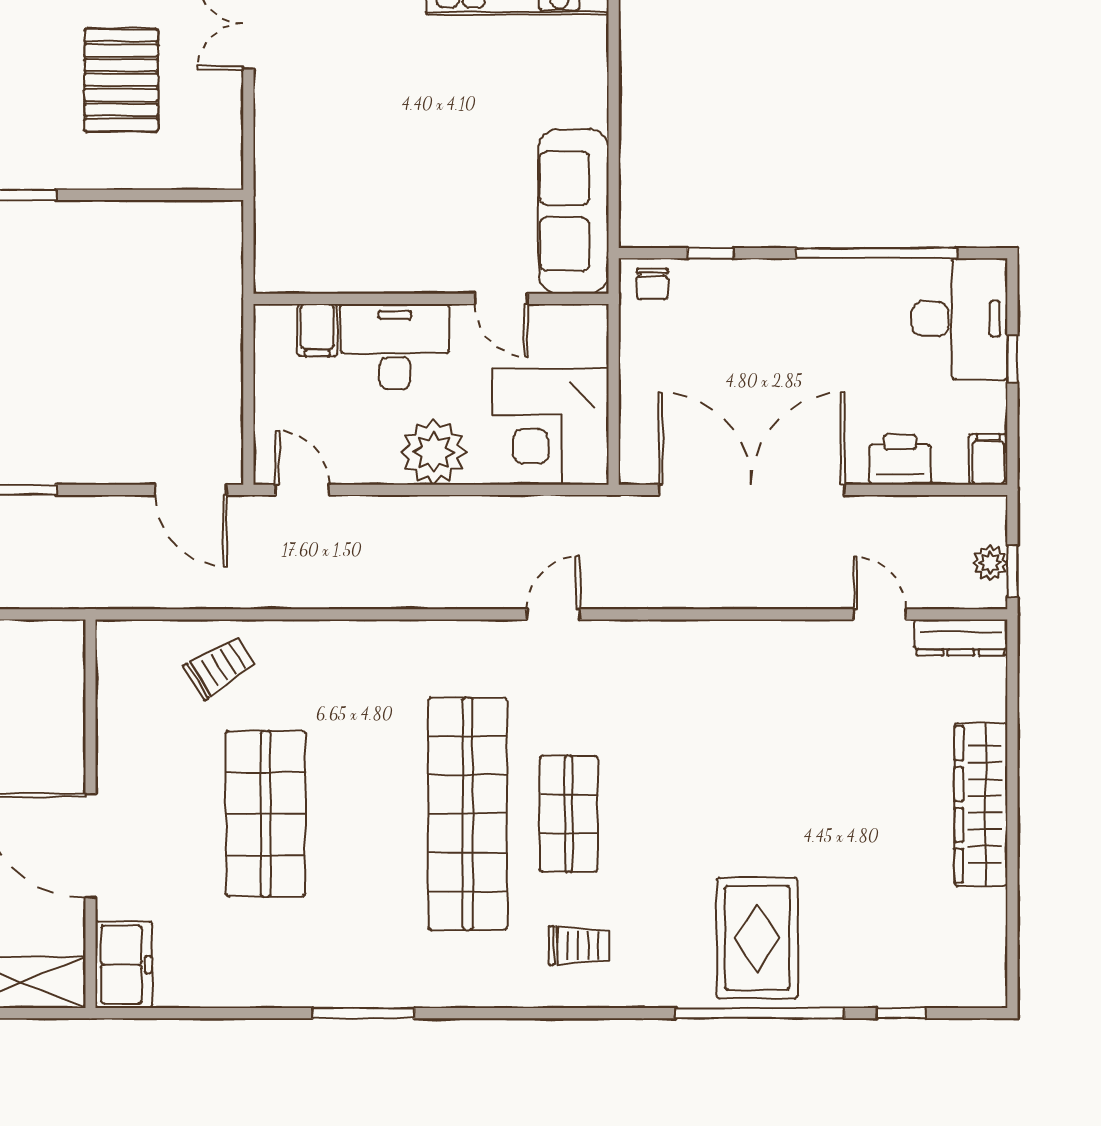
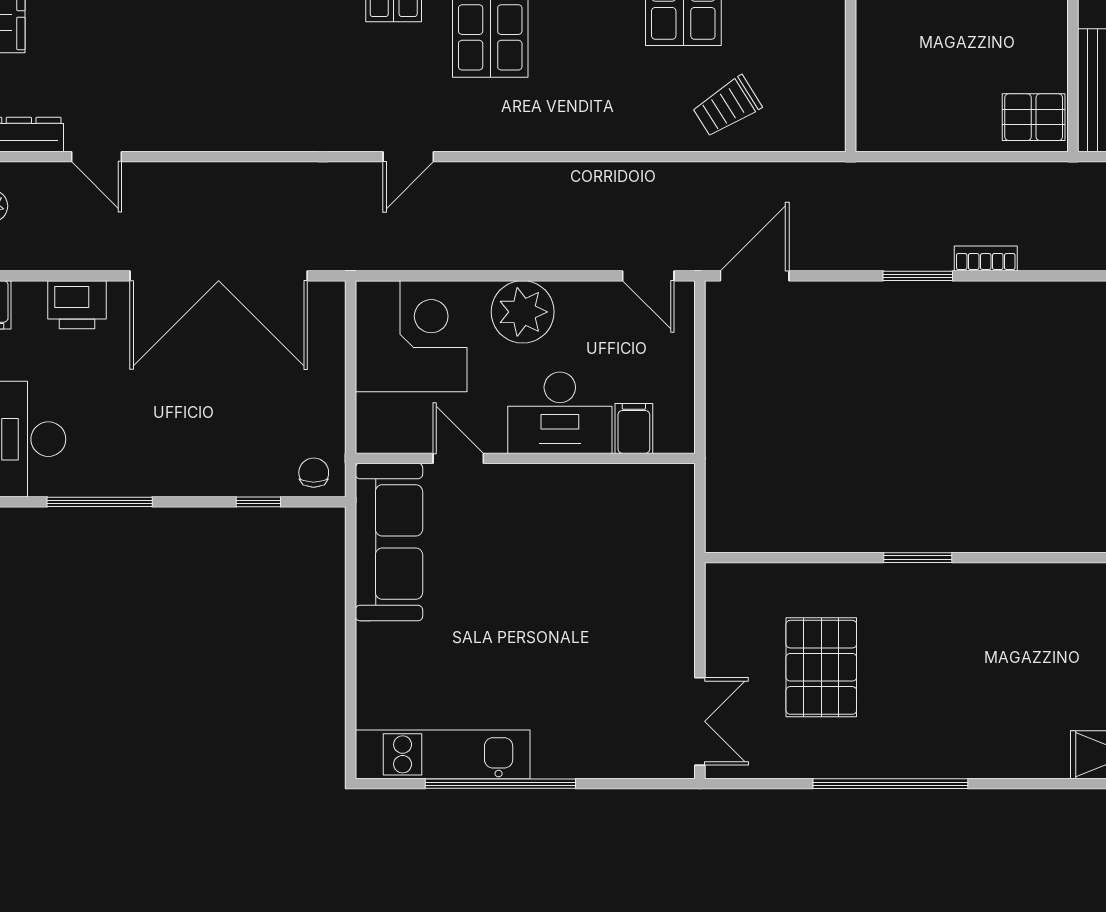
window: (876, 253) -> (100, 502), width x0.68
door: (191, 490) -> (755, 276), hinge flipped

